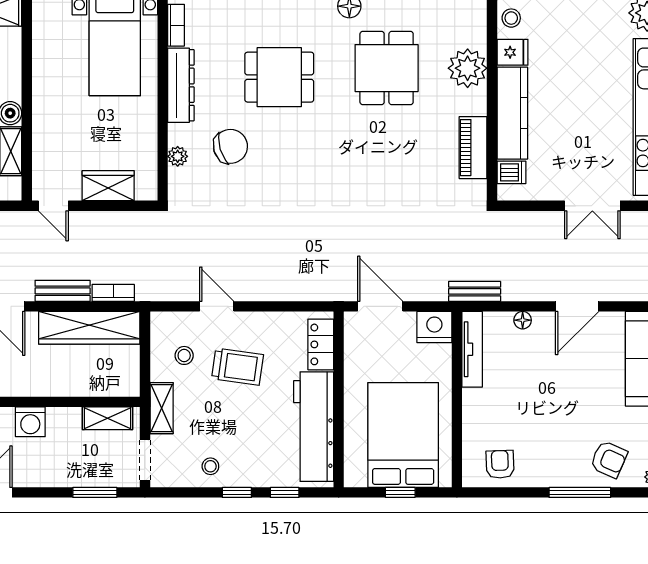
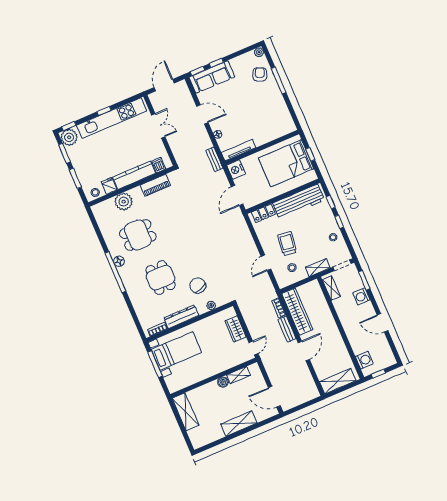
washing machine: (30, 422) -> (361, 296), moved, turned 180
armchair: (500, 464) -> (281, 118), removed

